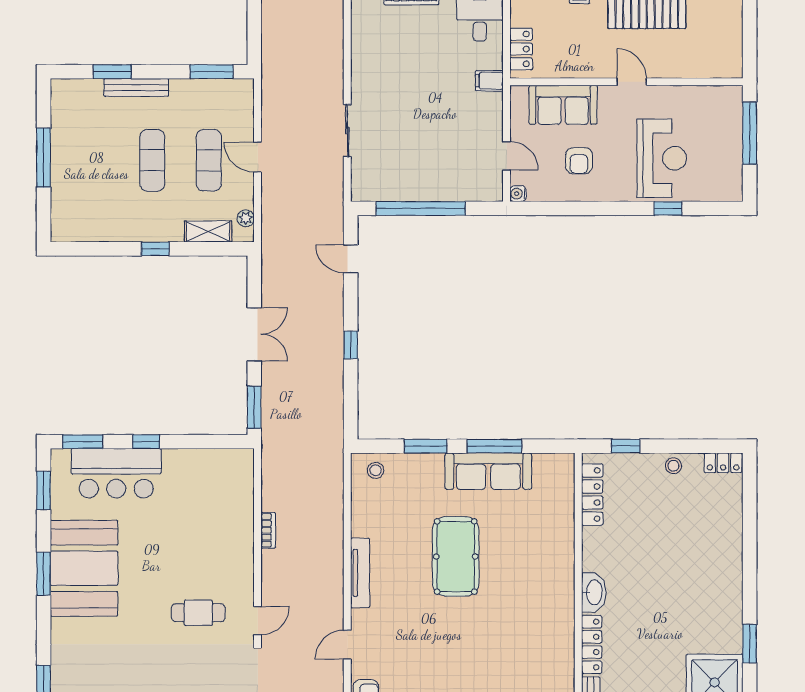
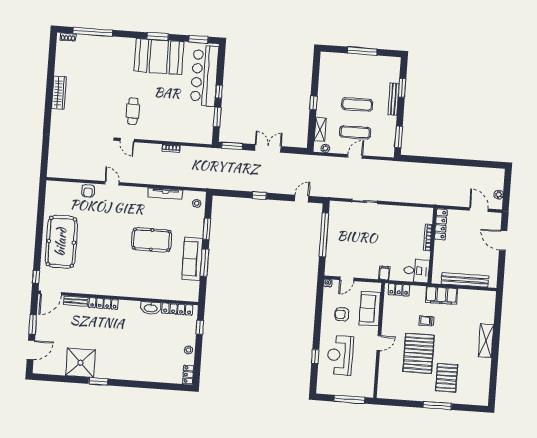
reception desk: (662, 158) -> (340, 355), turned 90
double door: (254, 334) -> (268, 148), swing flipped
window: (83, 442) -> (217, 117), moved
bar counter: (116, 473) -> (204, 76), width x1.36
tv unit: (360, 573) -> (165, 193), moved
washbasin: (594, 592) -> (151, 308), moved

